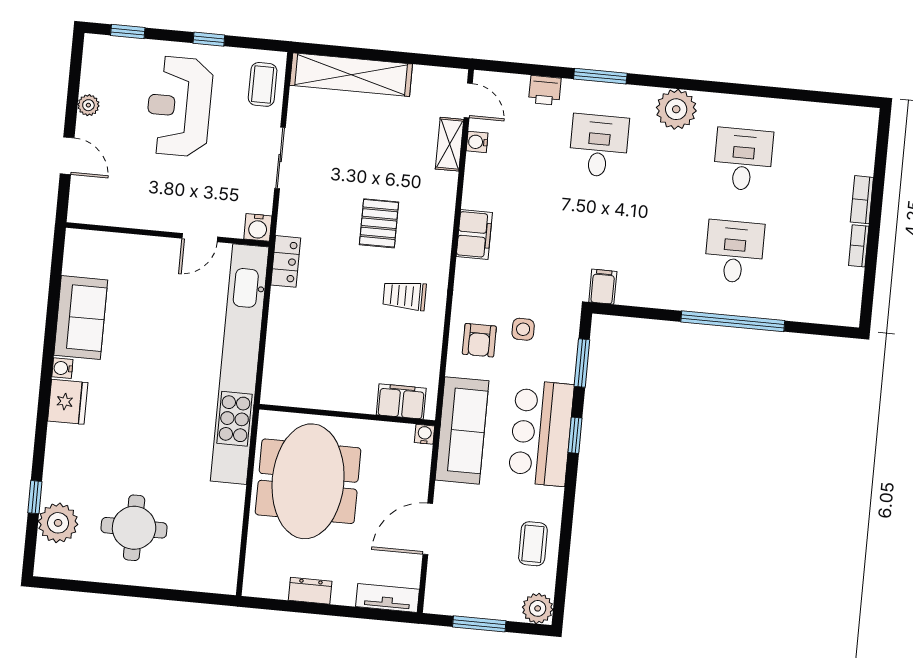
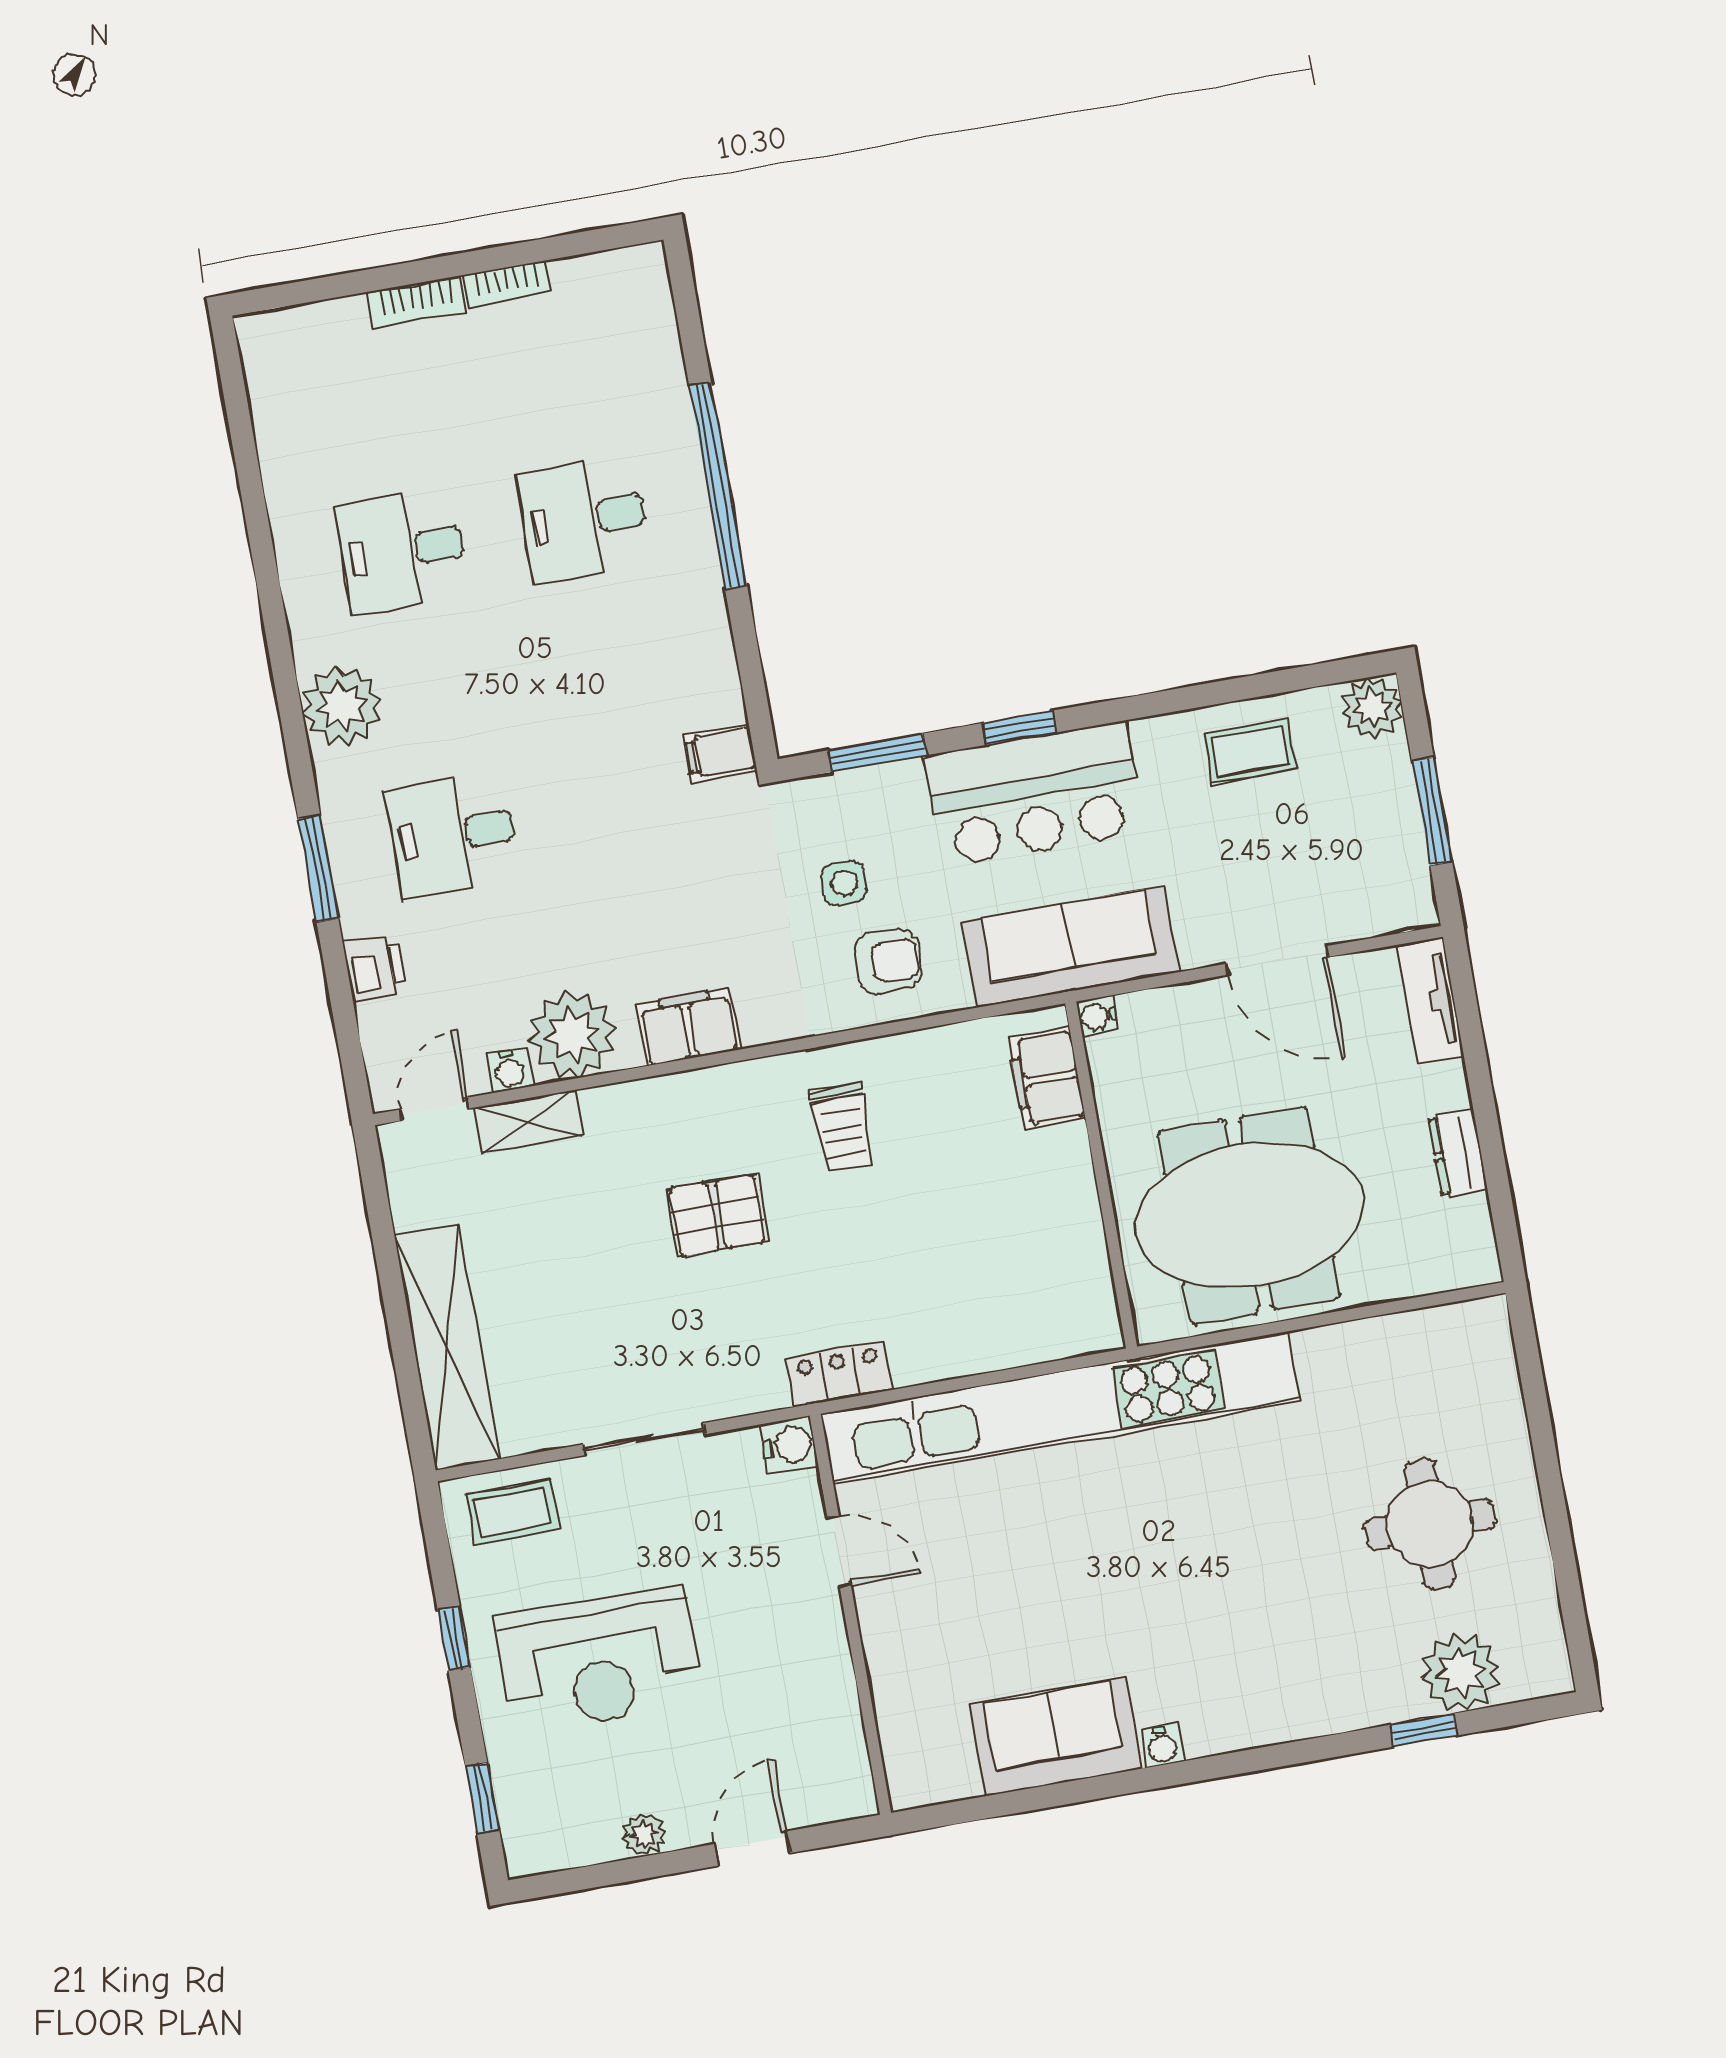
plant: (486, 177) -> (572, 1035), added
fridge: (68, 402) -> (1224, 1718), removed

